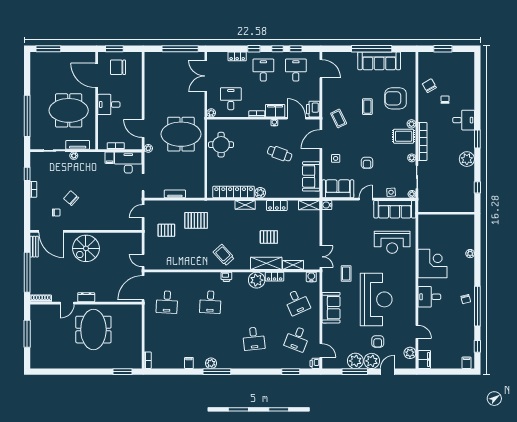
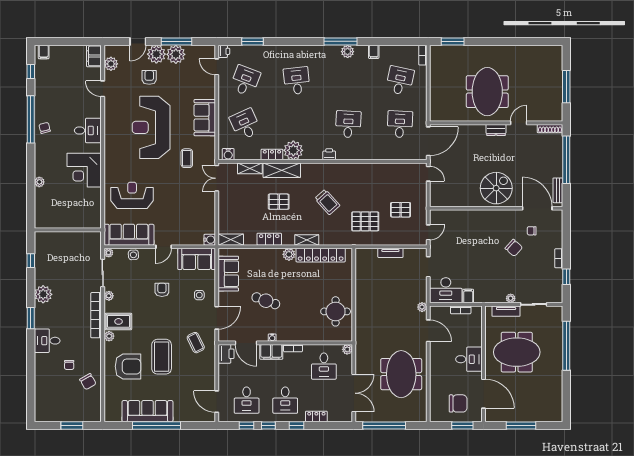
window: (48, 49) -> (521, 426), moved
coffee table: (367, 107) -> (162, 357), width x1.86, depth x1.72
meeting table: (181, 134) -> (401, 374), moved, turned 90
trolley: (224, 255) -> (327, 202), moved
desk: (167, 339) -> (400, 81), added

